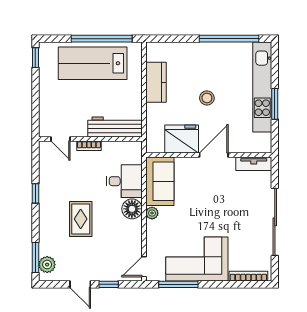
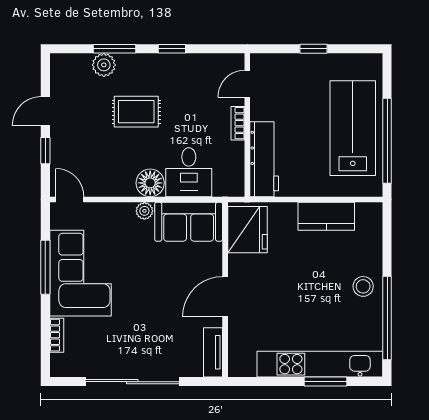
window: (35, 58) -> (313, 49), moved
stool: (207, 98) -> (363, 286), moved
window: (275, 104) -> (325, 382), moved
fridge: (182, 139) -> (247, 230), moved
door: (214, 155) -> (225, 297), swing flipped
window: (35, 258) -> (114, 49), moved
plant: (47, 265) -> (104, 65), moved
bookcase: (248, 276) -> (57, 335), width x0.64
window: (178, 284) -> (45, 267), moved

